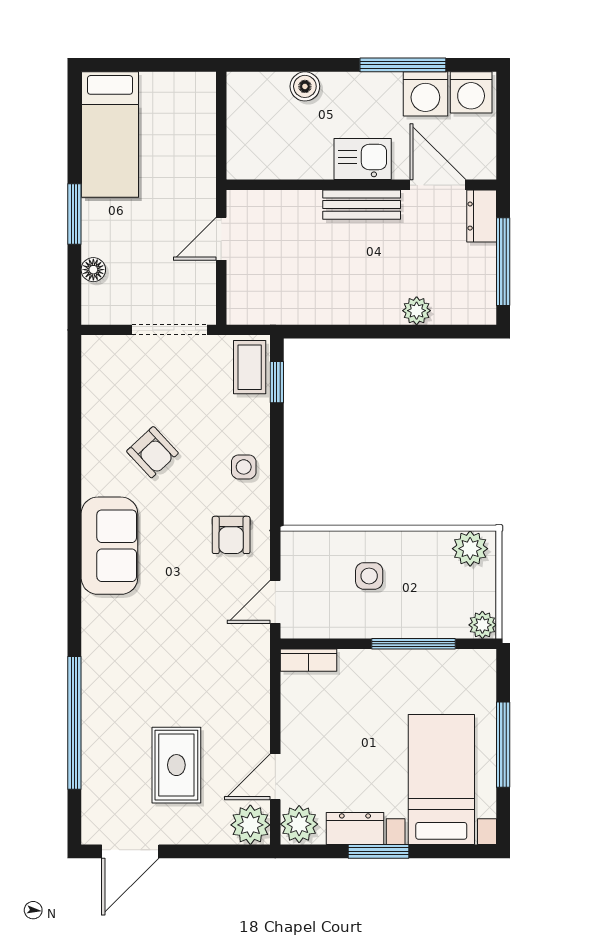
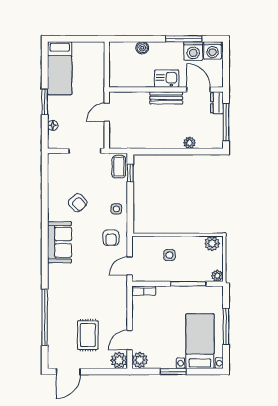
dresser: (355, 828) -> (163, 362), removed

